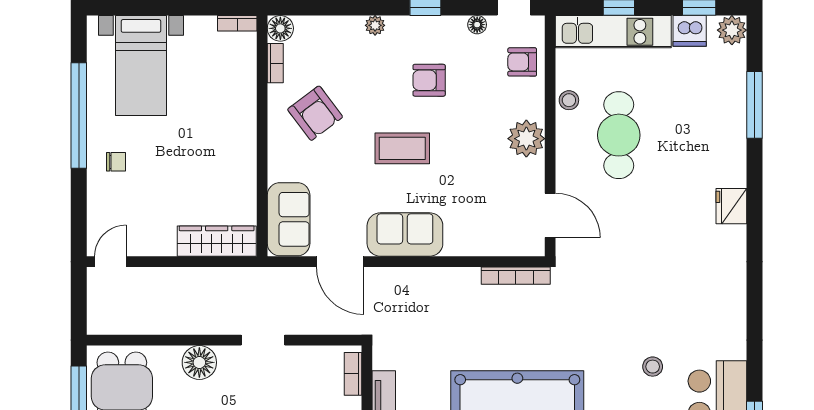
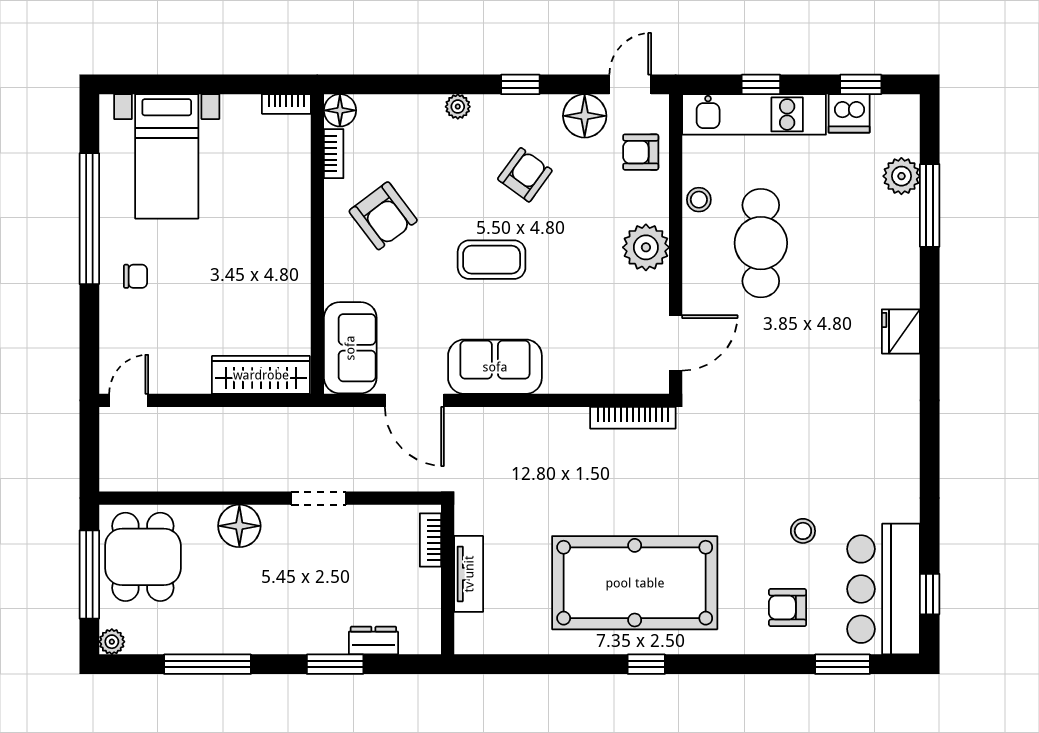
floor lamp: (477, 25) -> (585, 116), width x1.89, depth x1.89
plant: (732, 30) -> (901, 176), moved
armchair: (429, 80) -> (525, 175), turned 126
door: (550, 215) -> (676, 343), hinge flipped

